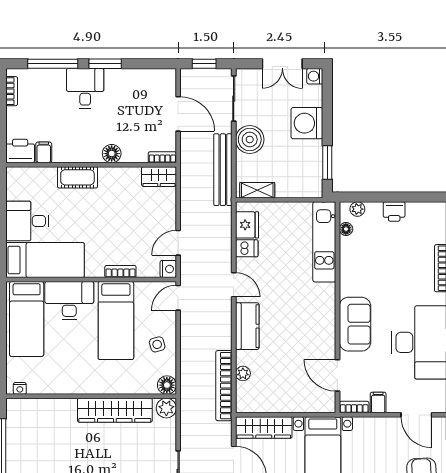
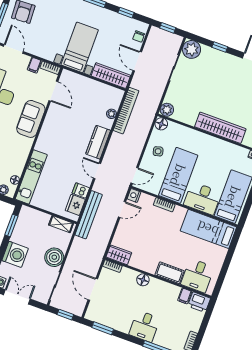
window: (105, 64) -> (103, 328), moved
bench: (223, 170) -> (89, 215), moved
desk: (27, 221) -> (198, 276), moved, turned 90
wardrobe: (115, 410) -> (220, 128), moved

